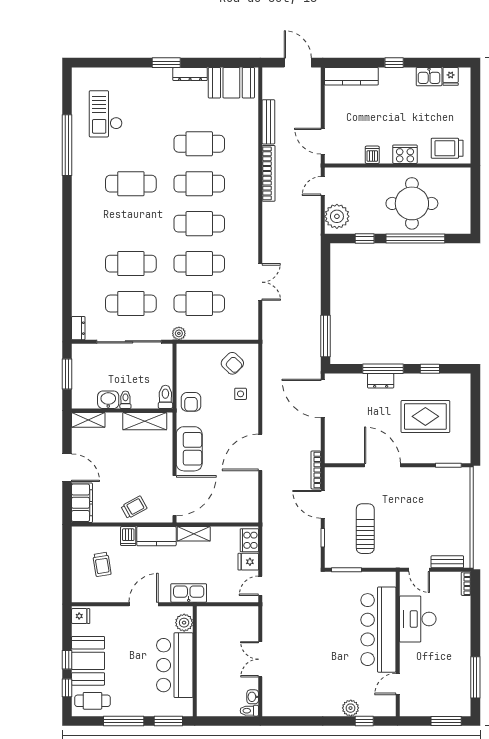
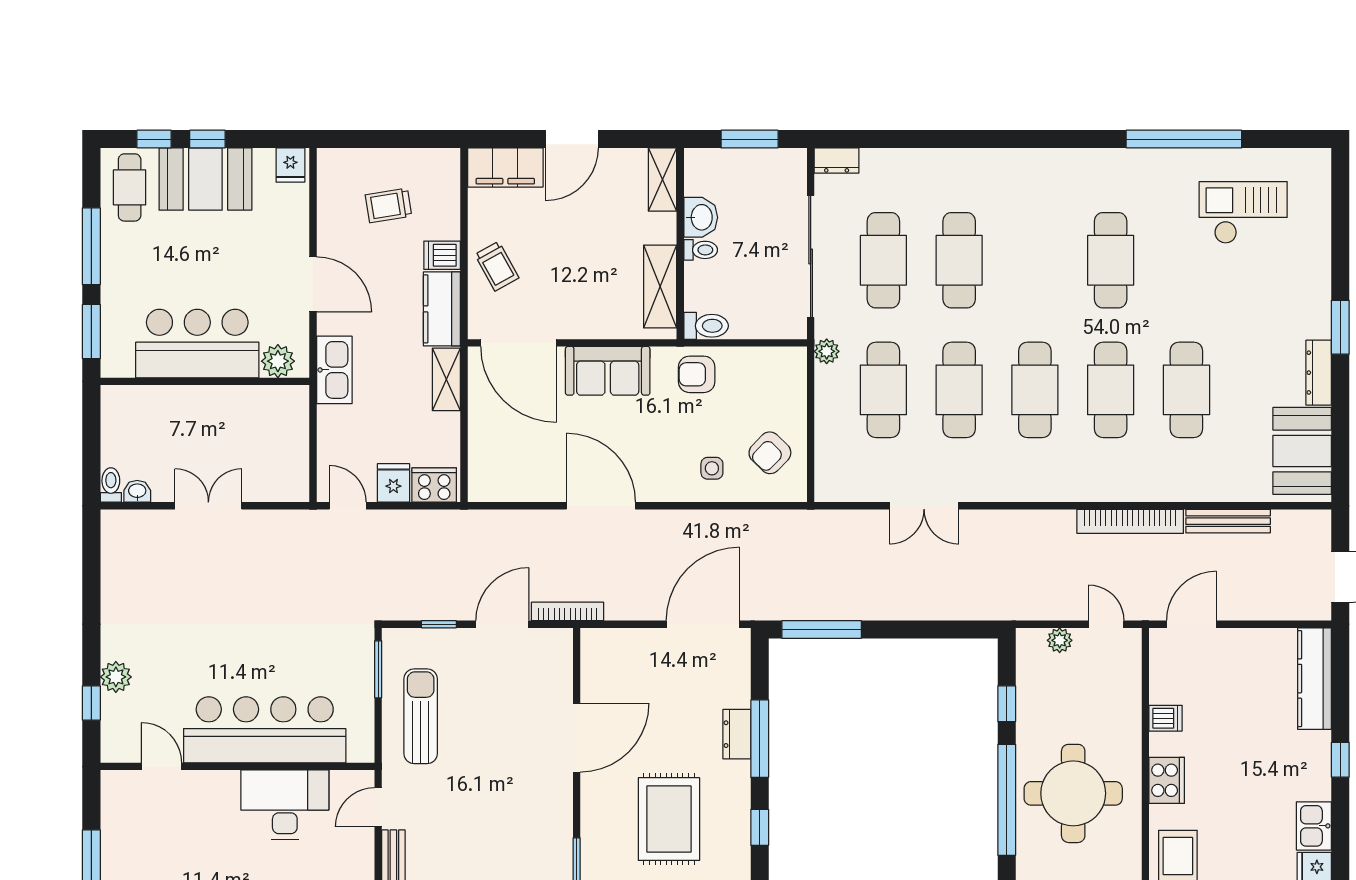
plant: (337, 216) -> (1060, 640), width x0.53, depth x0.53
sun lounger: (365, 529) -> (421, 716), moved, turned -90

